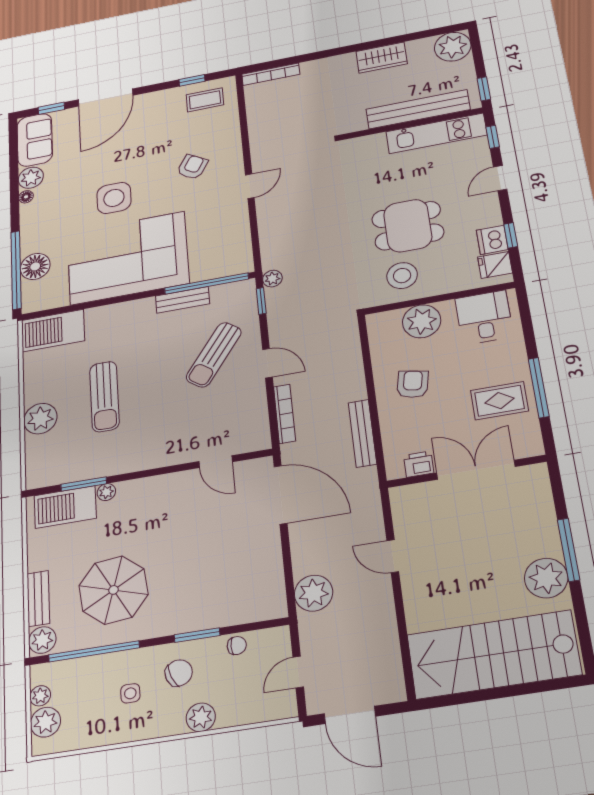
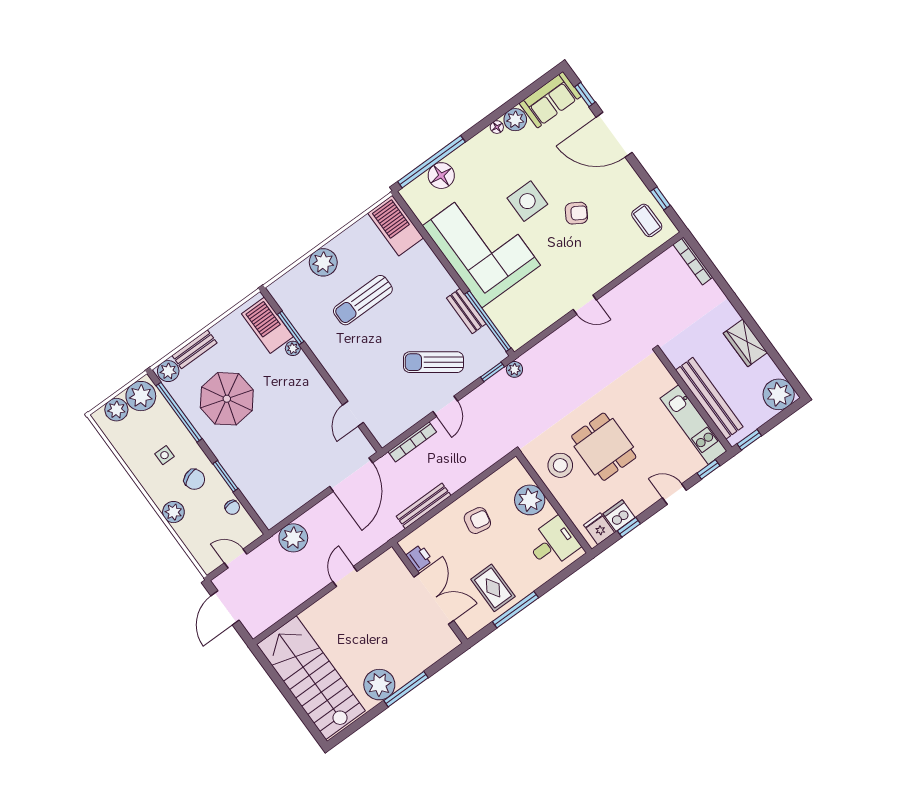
armchair: (192, 167) -> (576, 213), moved
plant: (40, 696) -> (141, 396), width x1.87, depth x1.87

